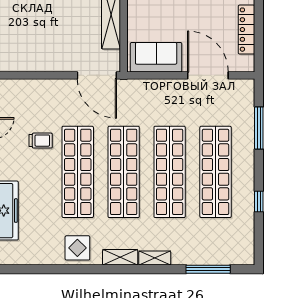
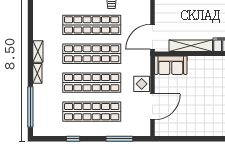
locker: (246, 30) -> (181, 131), removed
sofa: (156, 57) -> (171, 65), moved, turned 90
display table: (77, 248) -> (142, 84), moved
window: (208, 269) -> (30, 107), width x1.46

